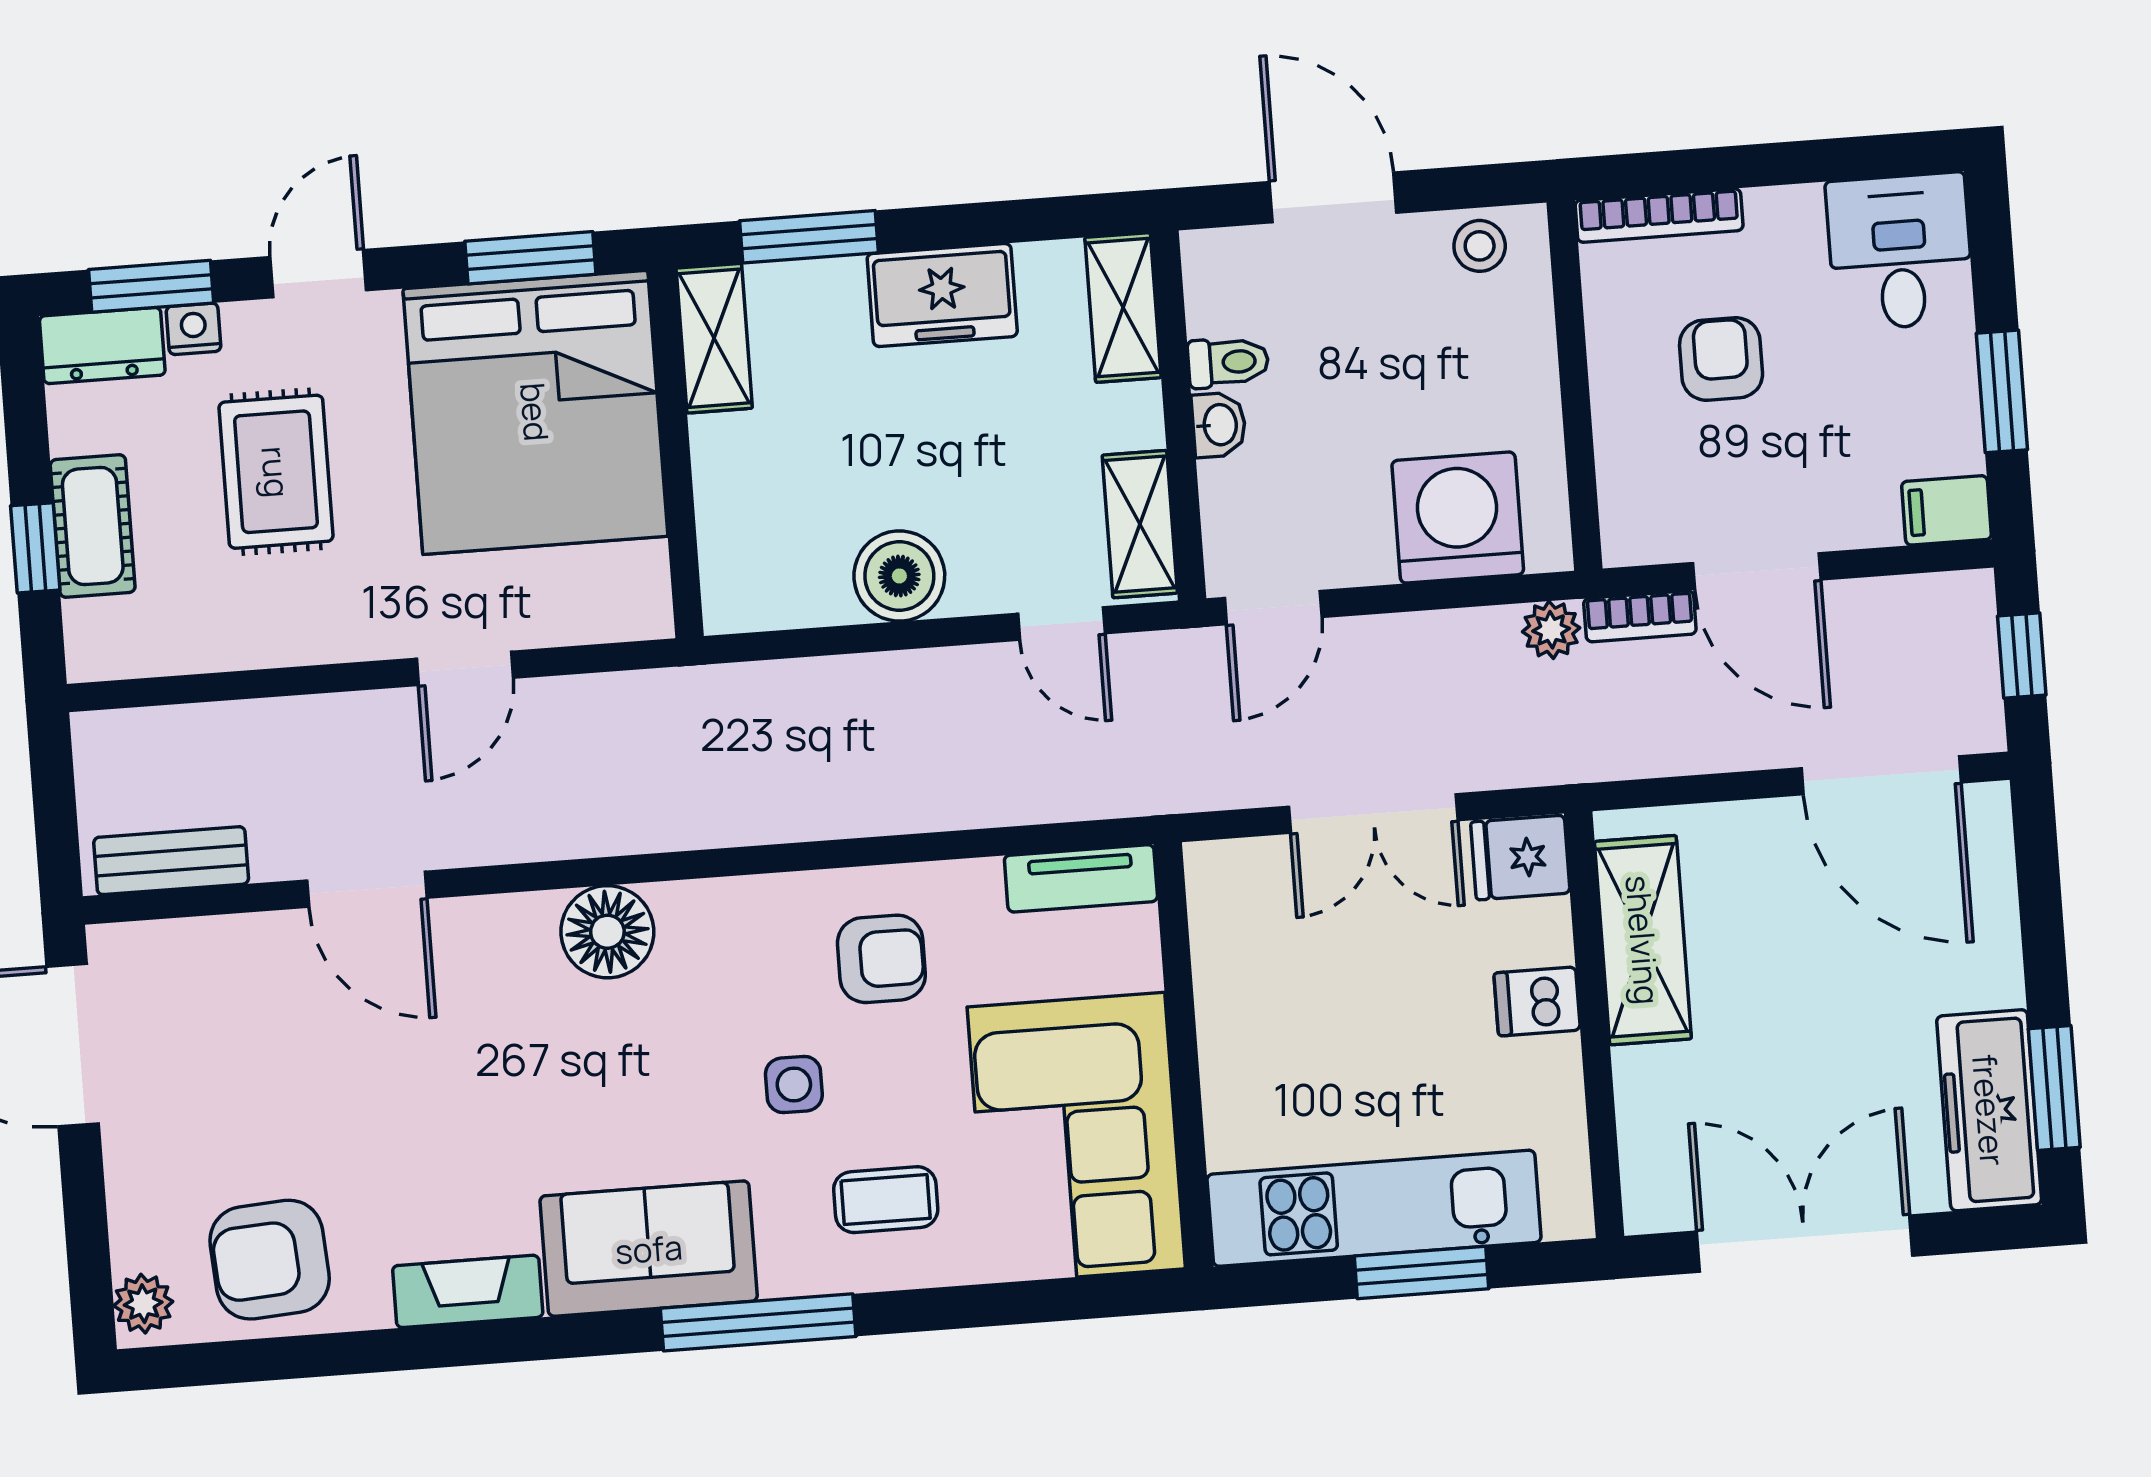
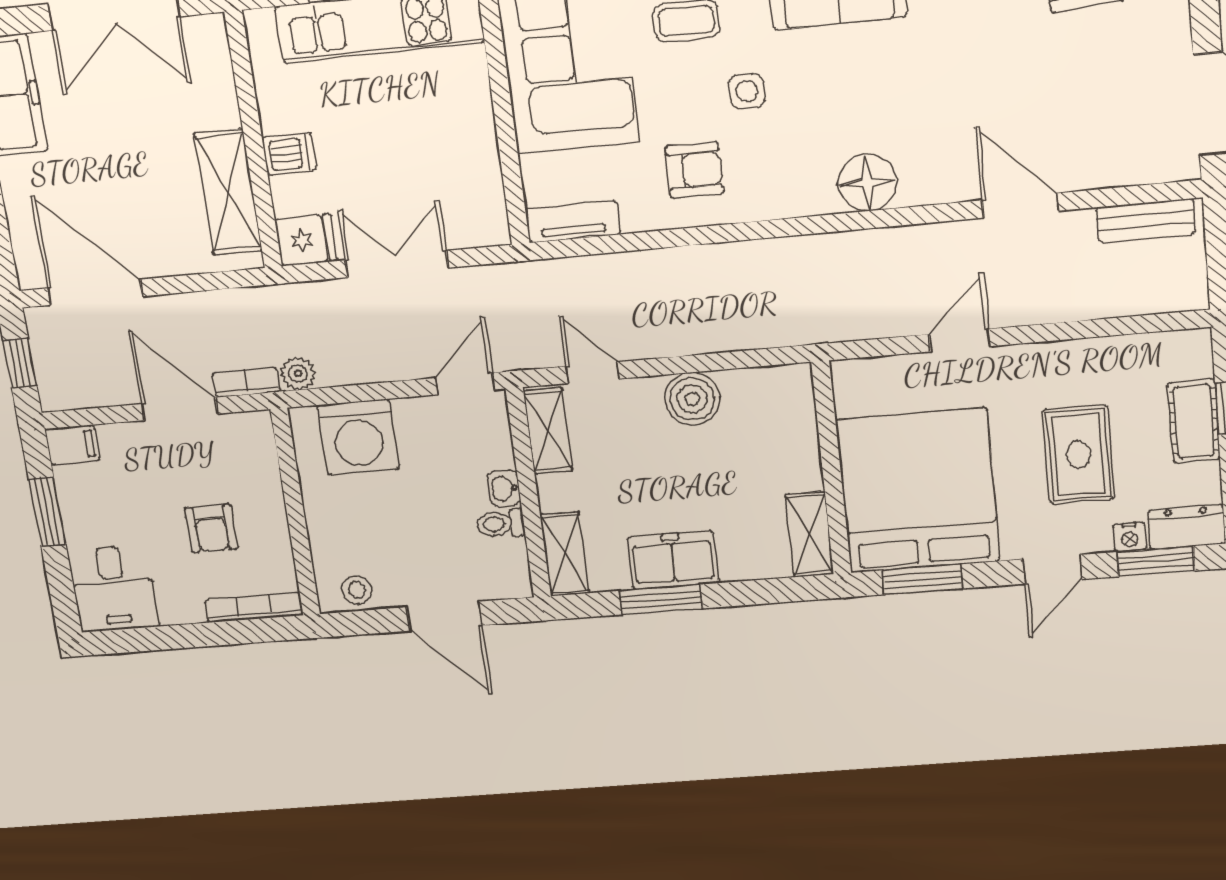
window: (809, 237) -> (661, 600), moved
armchair: (881, 959) -> (695, 170), turned 180

